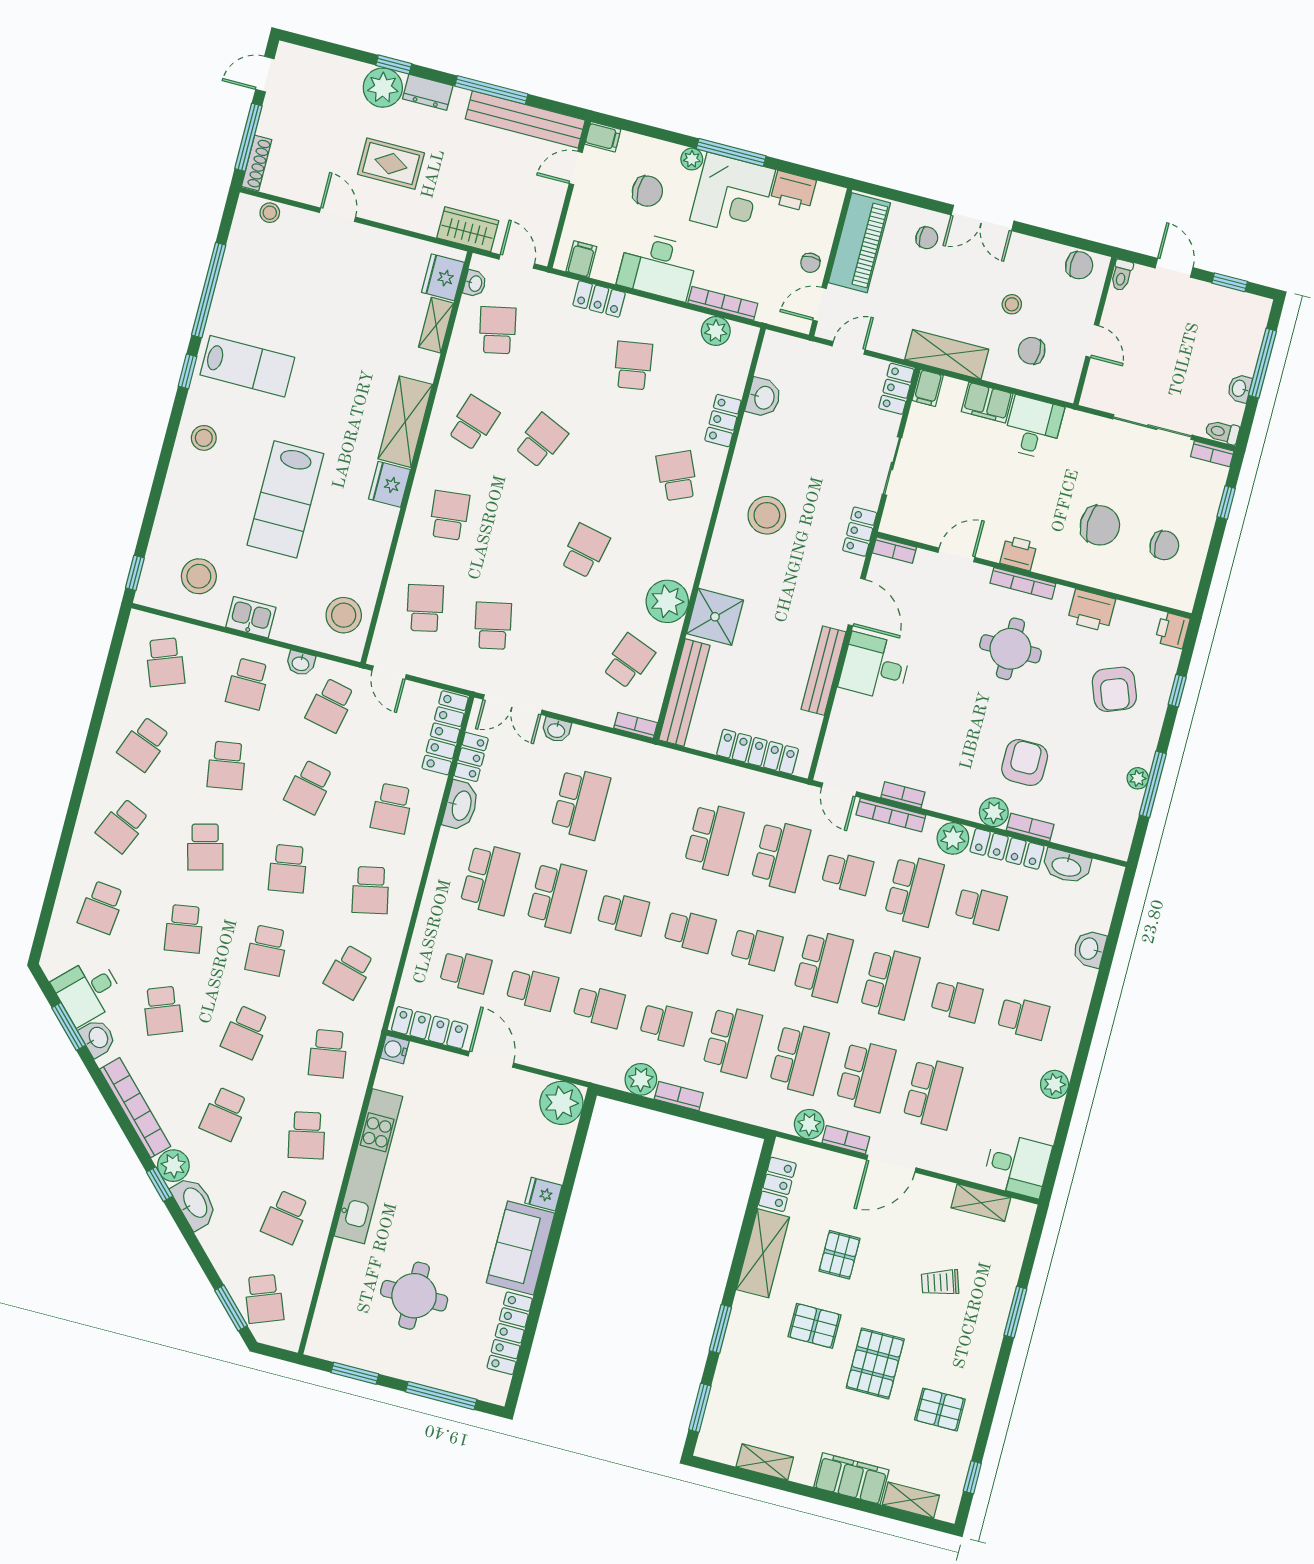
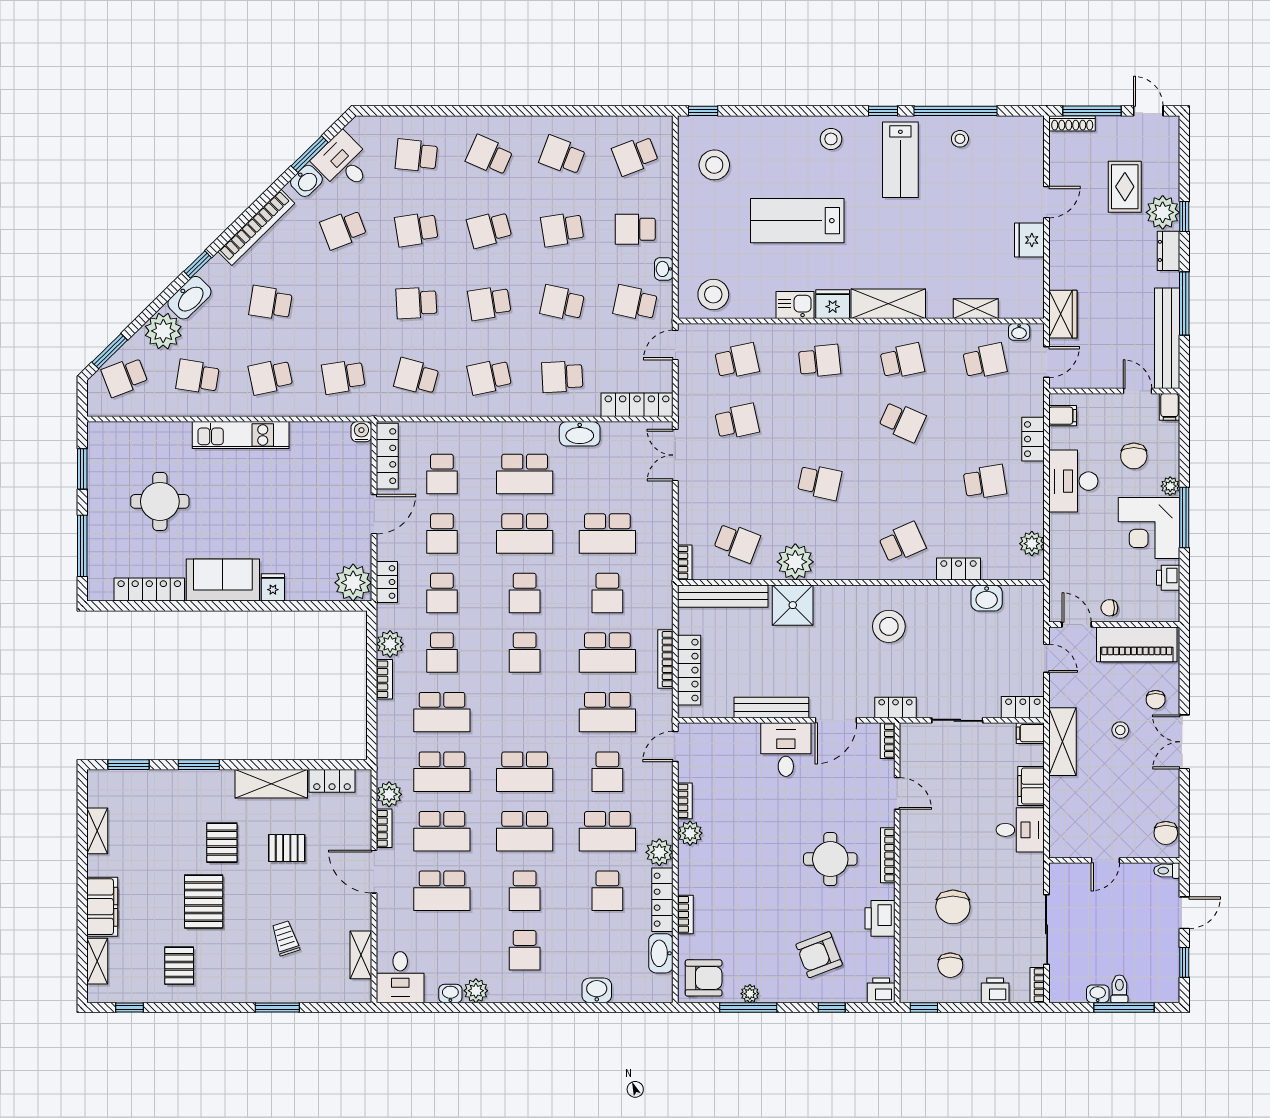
rug: (391, 164) -> (1125, 187), moved
printer: (793, 191) -> (1168, 578), width x0.73, depth x0.81
stool: (270, 213) -> (960, 139), moved
fridge: (443, 277) -> (1029, 240), moved, turned -90
bookcase: (723, 303) -> (1056, 543), removed
stool: (1012, 304) -> (1120, 730), moved
chair: (1032, 351) -> (1084, 812), removed
school desk: (473, 423) -> (902, 361), turned -30
toilet: (1222, 432) -> (1119, 989), moved
window: (1226, 502) -> (924, 1008), moved
printer: (1018, 553) -> (995, 990), moved, turned -90
kitchen sink: (251, 617) -> (795, 305), moved, turned -90
washbasin: (556, 730) -> (450, 994), moved, turned 90
locker: (471, 757) -> (387, 582), moved, turned -90
armchair: (1025, 763) -> (704, 978), moved
plant: (994, 812) -> (690, 833), moved
bookcase: (891, 815) -> (665, 659), moved
school desk: (757, 948) -> (607, 593), moved
school desk: (245, 1032) -> (343, 303), removed
plant: (173, 1166) -> (163, 331), moved, width x1.36, depth x1.36
kitchen unit: (368, 1166) -> (241, 435), width x0.73
pallet: (875, 1363) -> (204, 902), turned 90

